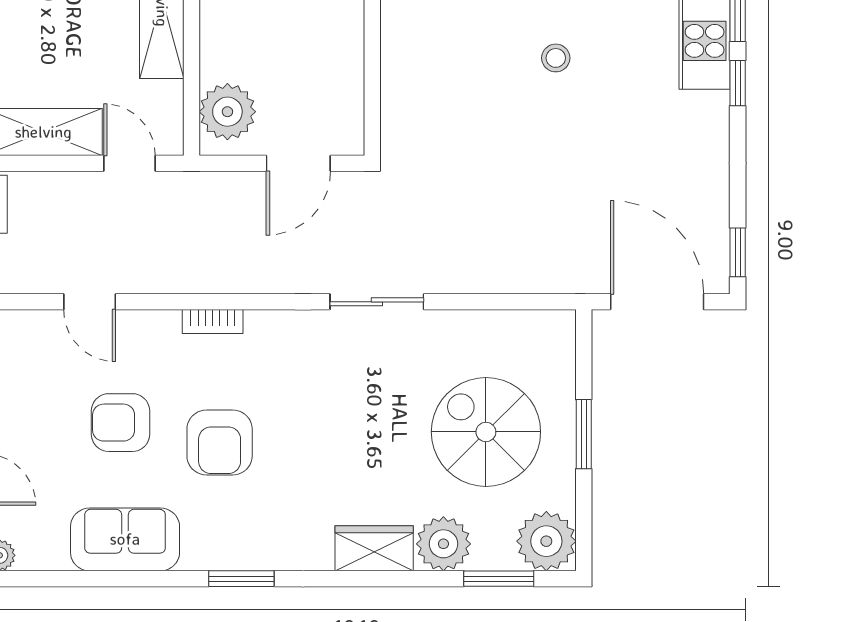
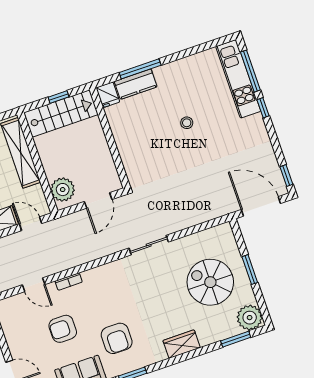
bookcase: (213, 322) -> (69, 282), moved
armchair: (220, 442) -> (117, 338), moved
plant: (443, 544) -> (209, 333), removed

